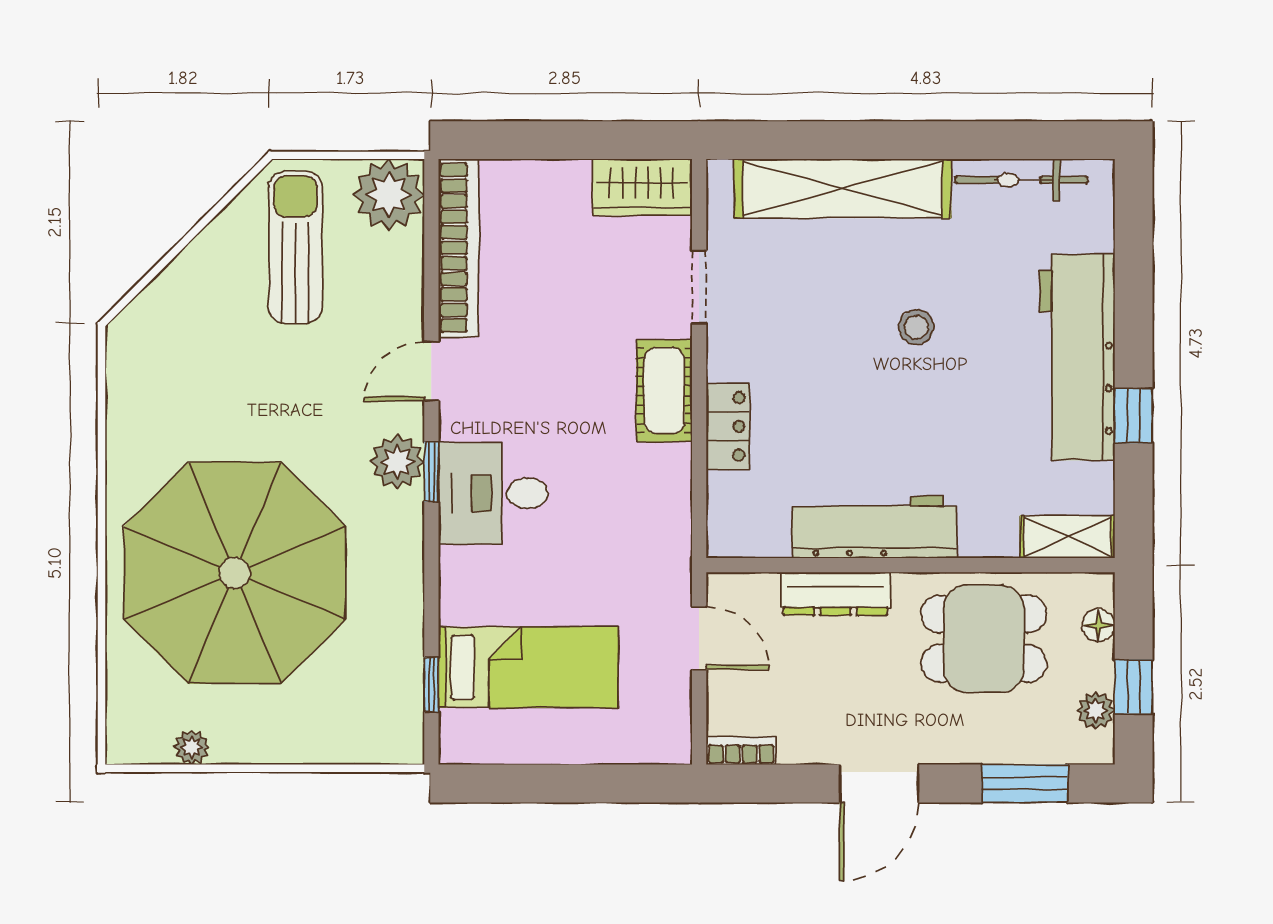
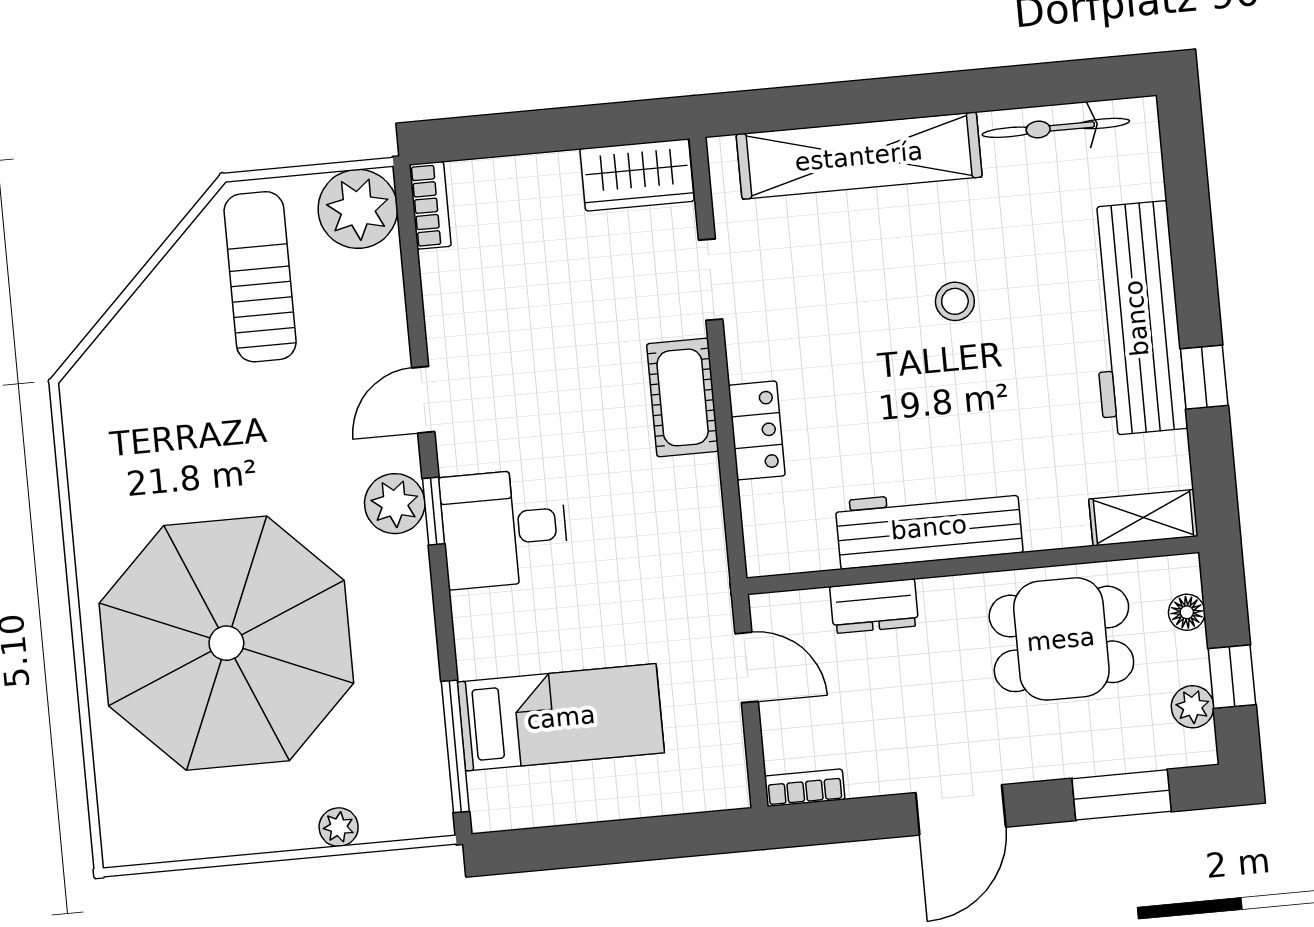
bookcase: (459, 248) -> (430, 205), width x0.43, depth x0.76
dresser: (835, 594) -> (874, 606), width x0.70
window: (431, 685) -> (455, 746), width x2.17
plant: (192, 747) -> (339, 827), moved

